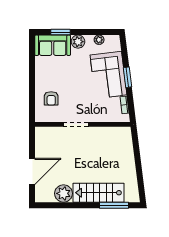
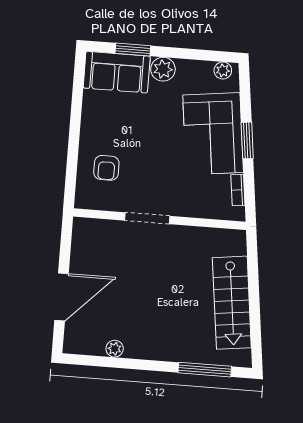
plant: (99, 40) -> (223, 70), moved
plant: (64, 193) -> (115, 349), width x0.53, depth x0.53
stairs: (99, 193) -> (232, 303), moved, turned -97

